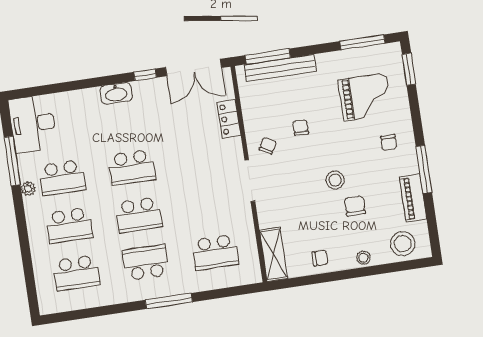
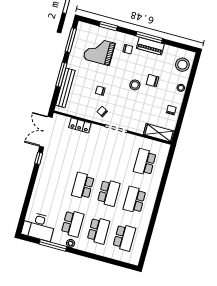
window: (268, 56) -> (61, 75), moved
double door: (194, 68) -> (46, 132), swing flipped
window: (409, 69) -> (108, 26), moved
washbasin: (116, 93) -> (42, 177), removed
grand piano: (365, 97) -> (99, 51), turned -90
school desk: (132, 167) -> (83, 186), turned 180
piano: (413, 198) -> (150, 46), moved
school desk: (215, 252) -> (145, 162), turned 180
window: (169, 301) -> (159, 197), removed

